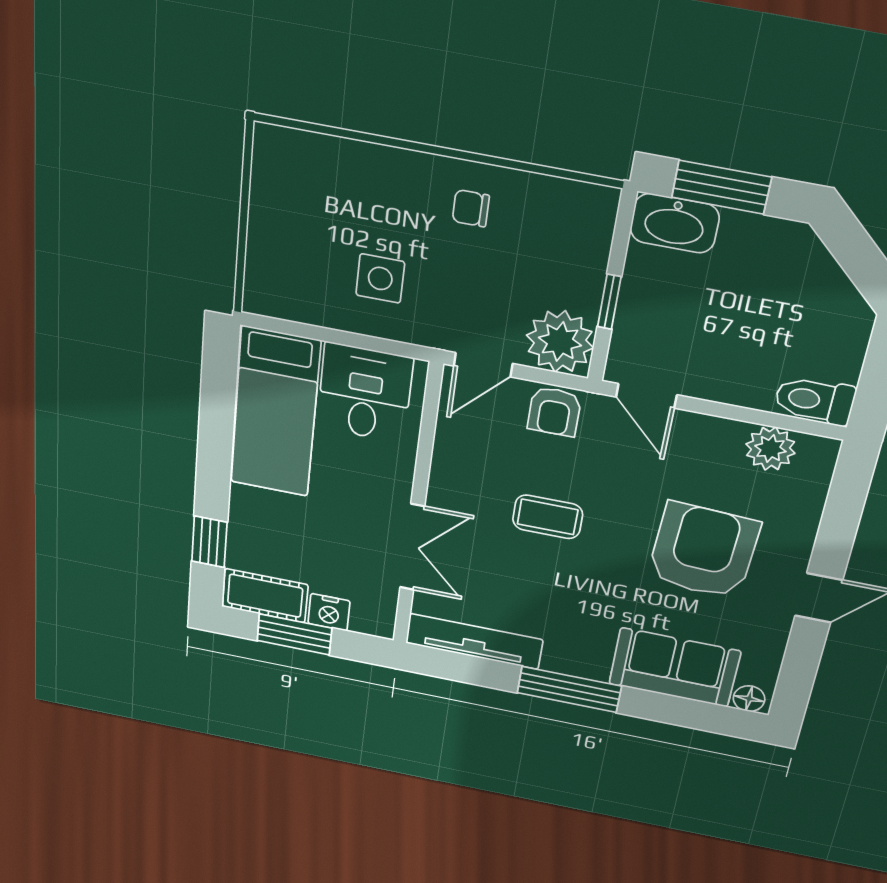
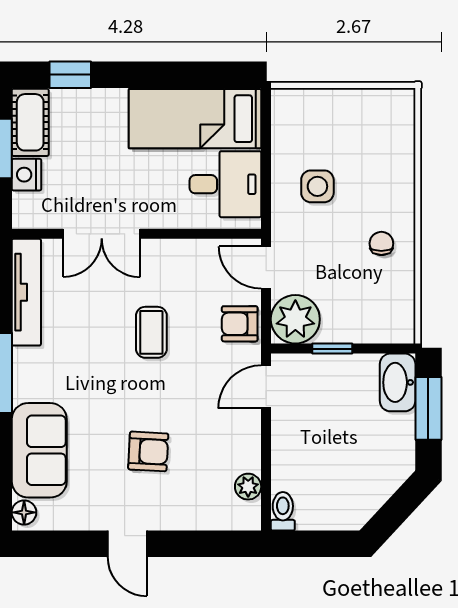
toilet: (815, 400) -> (283, 511), width x0.73, depth x0.72
plant: (770, 449) -> (248, 487), width x0.73, depth x0.73
armchair: (703, 551) -> (148, 451), width x0.53, depth x0.53

